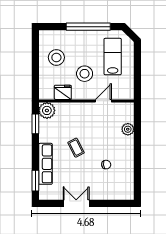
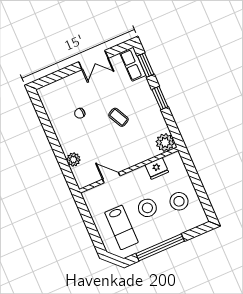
stool: (85, 74) -> (147, 208), moved
door: (103, 101) -> (111, 178), swing flipped
window: (35, 124) -> (160, 98), moved
row of seats: (45, 164) -> (133, 64), moved, width x0.68

